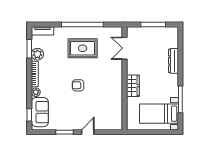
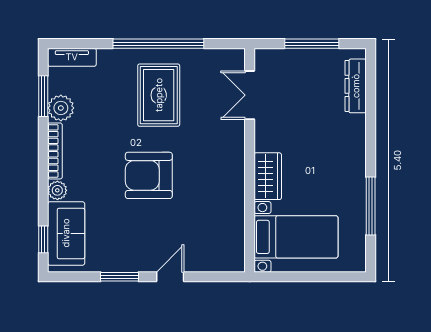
rug: (83, 48) -> (159, 95), turned 90
dresser: (173, 61) -> (356, 86), moved
armchair: (78, 85) -> (149, 175), width x1.88, depth x1.88
bed with nightstands: (159, 114) -> (296, 237), moved, turned 180

